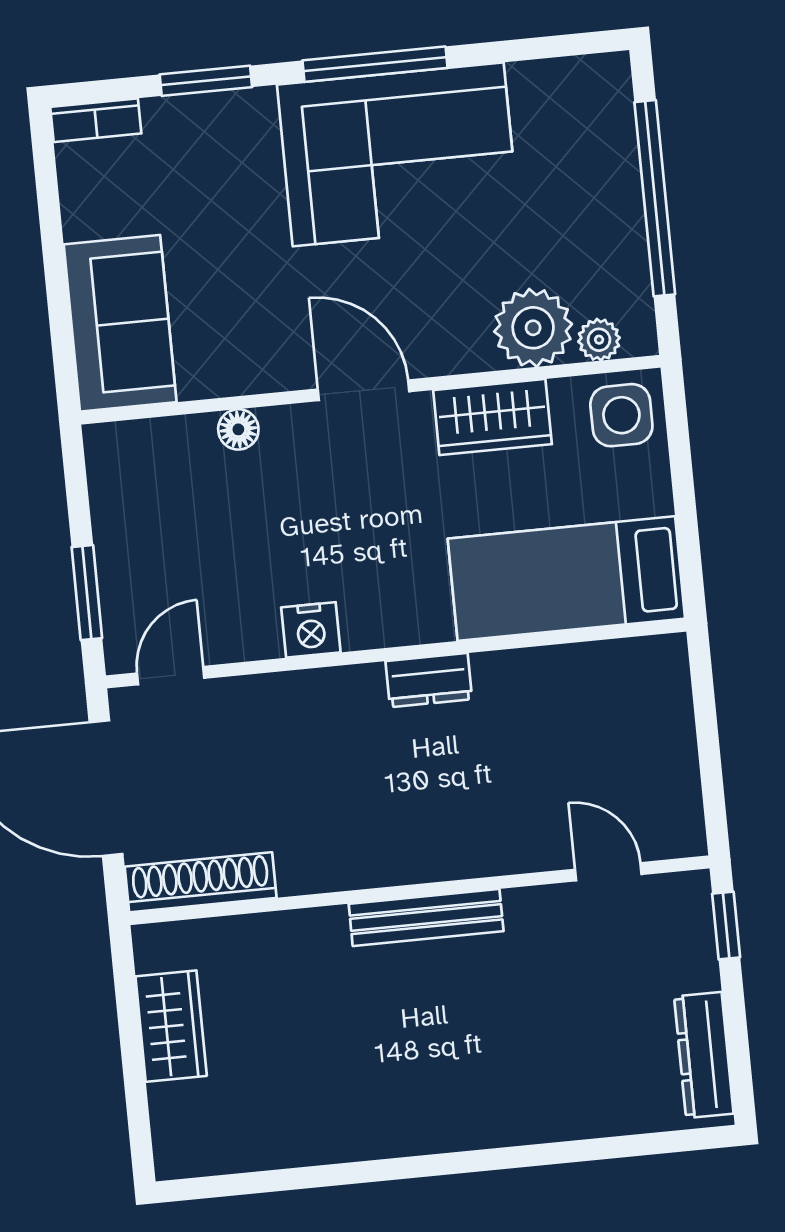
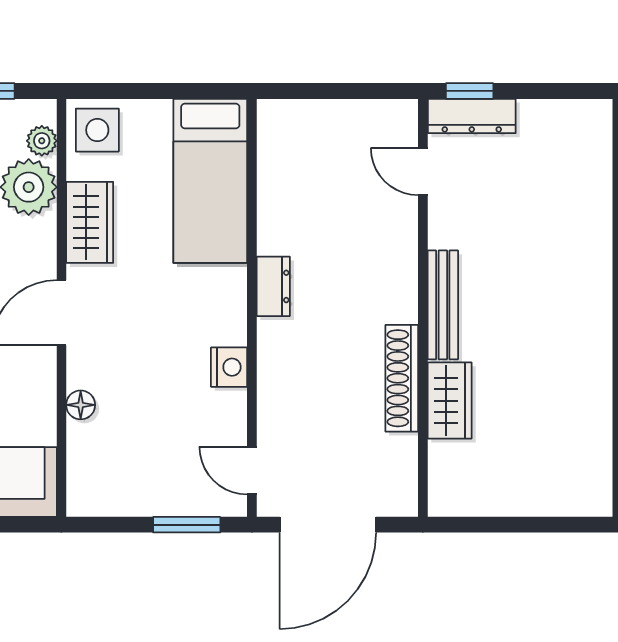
door: (608, 872) -> (423, 171), hinge flipped
shoe rack: (201, 882) -> (402, 378), moved
wardrobe: (171, 1026) -> (450, 401), moved, turned 90
dresser: (704, 1055) -> (472, 116), moved

